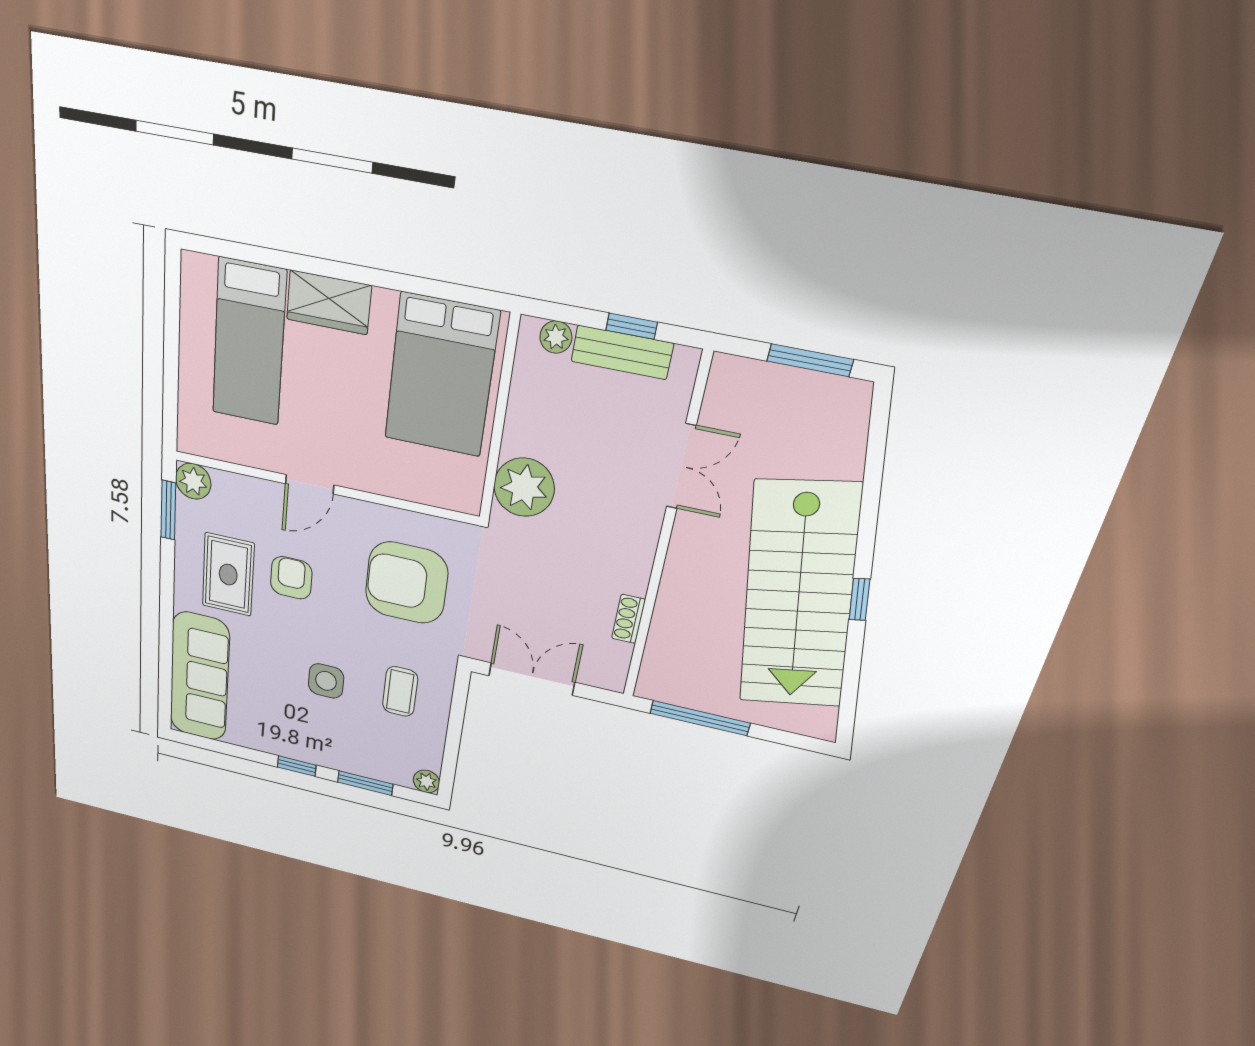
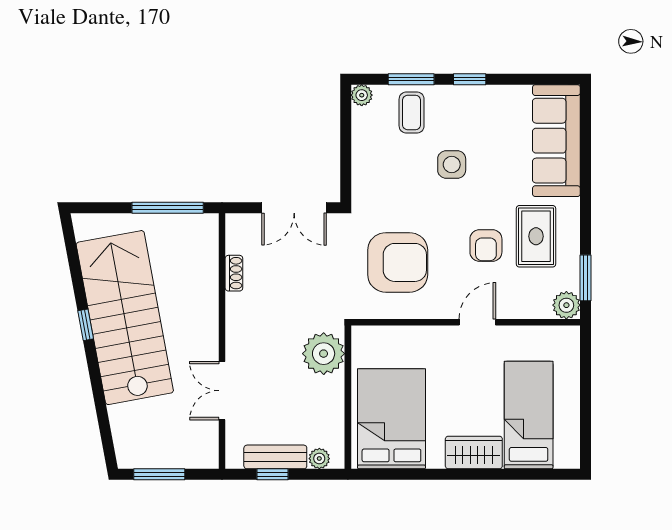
coffee table: (400, 692) -> (412, 113), moved

